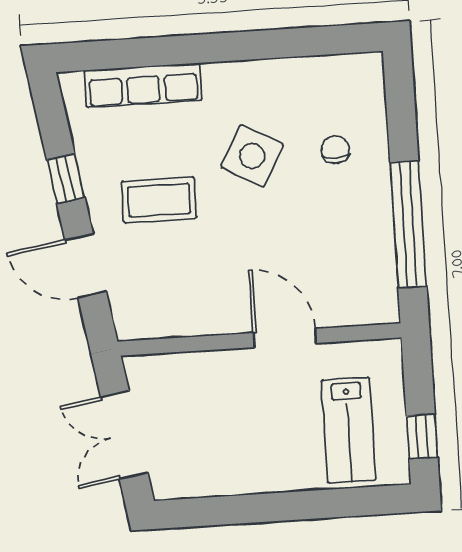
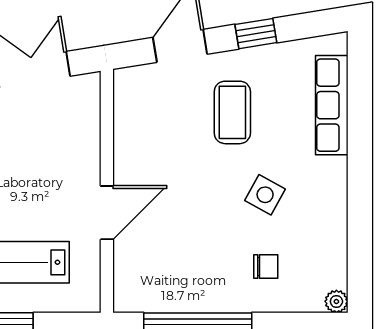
plant: (371, 65) -> (336, 301), added
side table: (252, 156) -> (265, 195), width x0.73, depth x0.73

